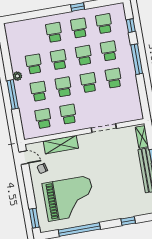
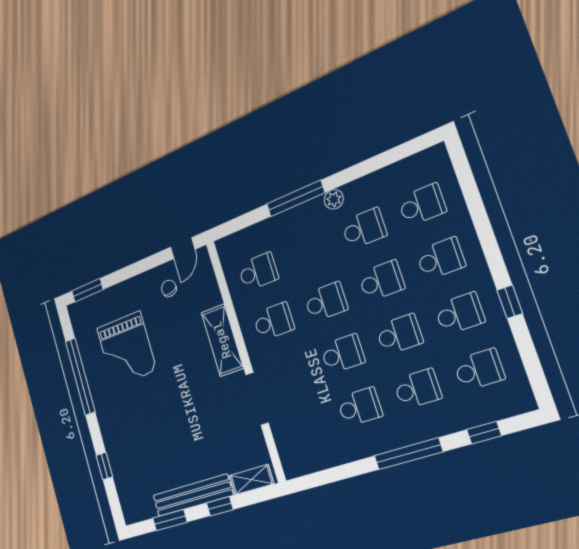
school desk: (39, 91) -> (422, 205), moved
shelving: (61, 145) -> (222, 340), moved
grand piano: (69, 198) -> (126, 349), width x0.73, depth x0.68

